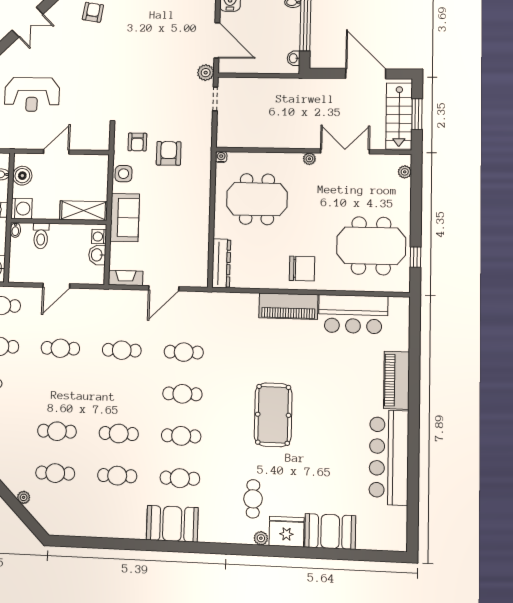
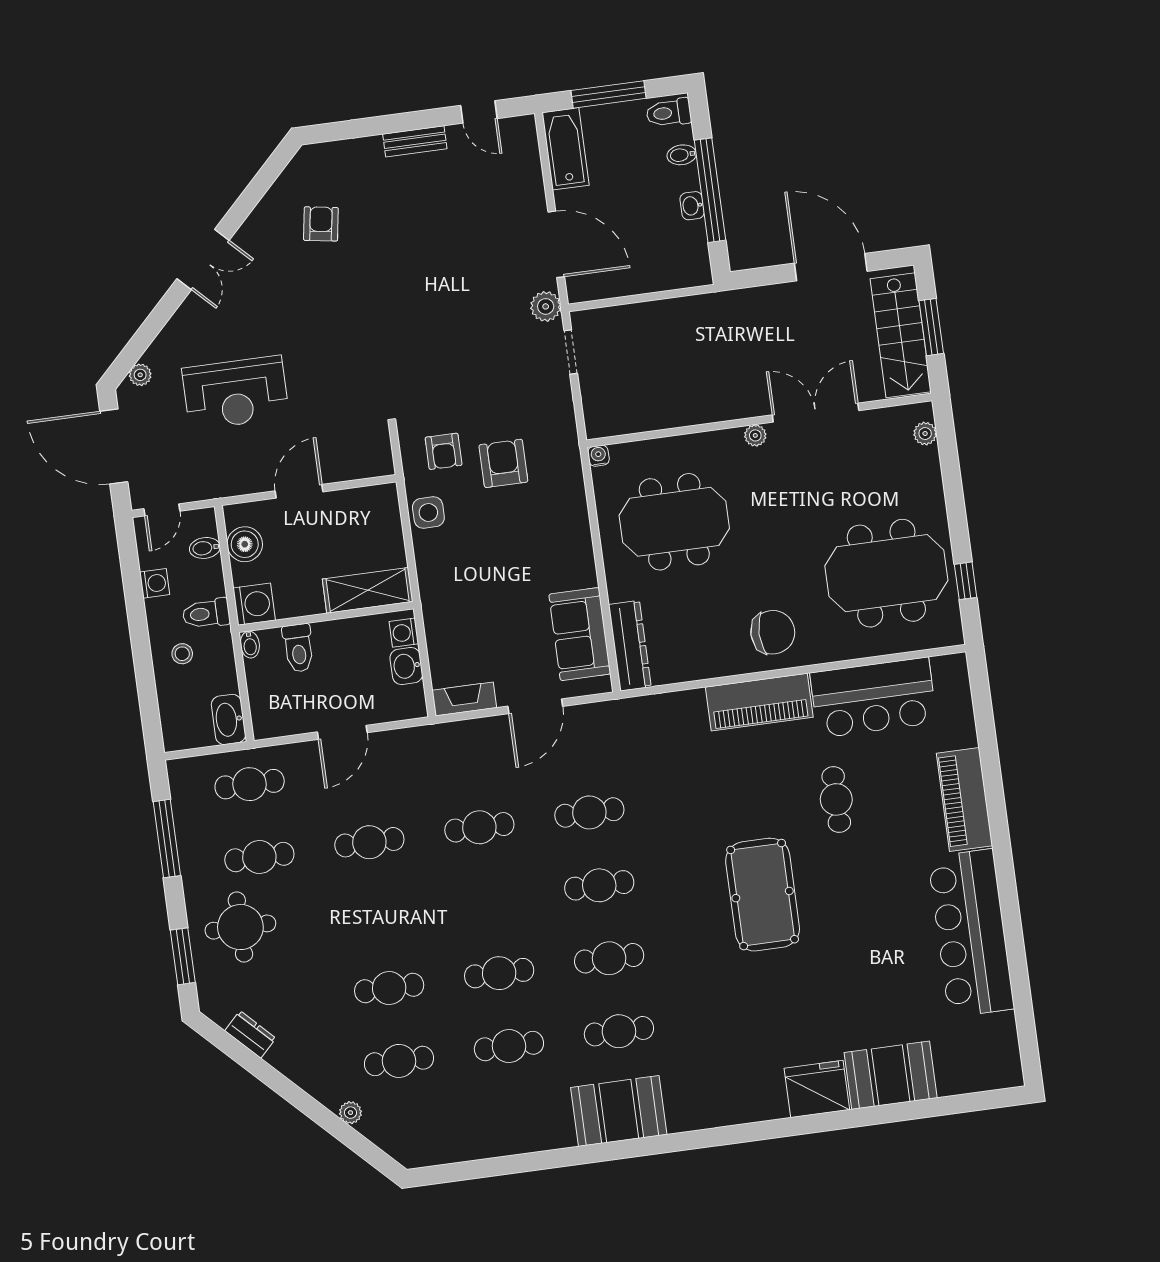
washbasin: (294, 58) -> (692, 206), moved
sofa: (125, 218) -> (580, 634), moved, turned 180
cafe table: (253, 499) -> (836, 799), moved
plant: (261, 538) -> (775, 1108), removed

